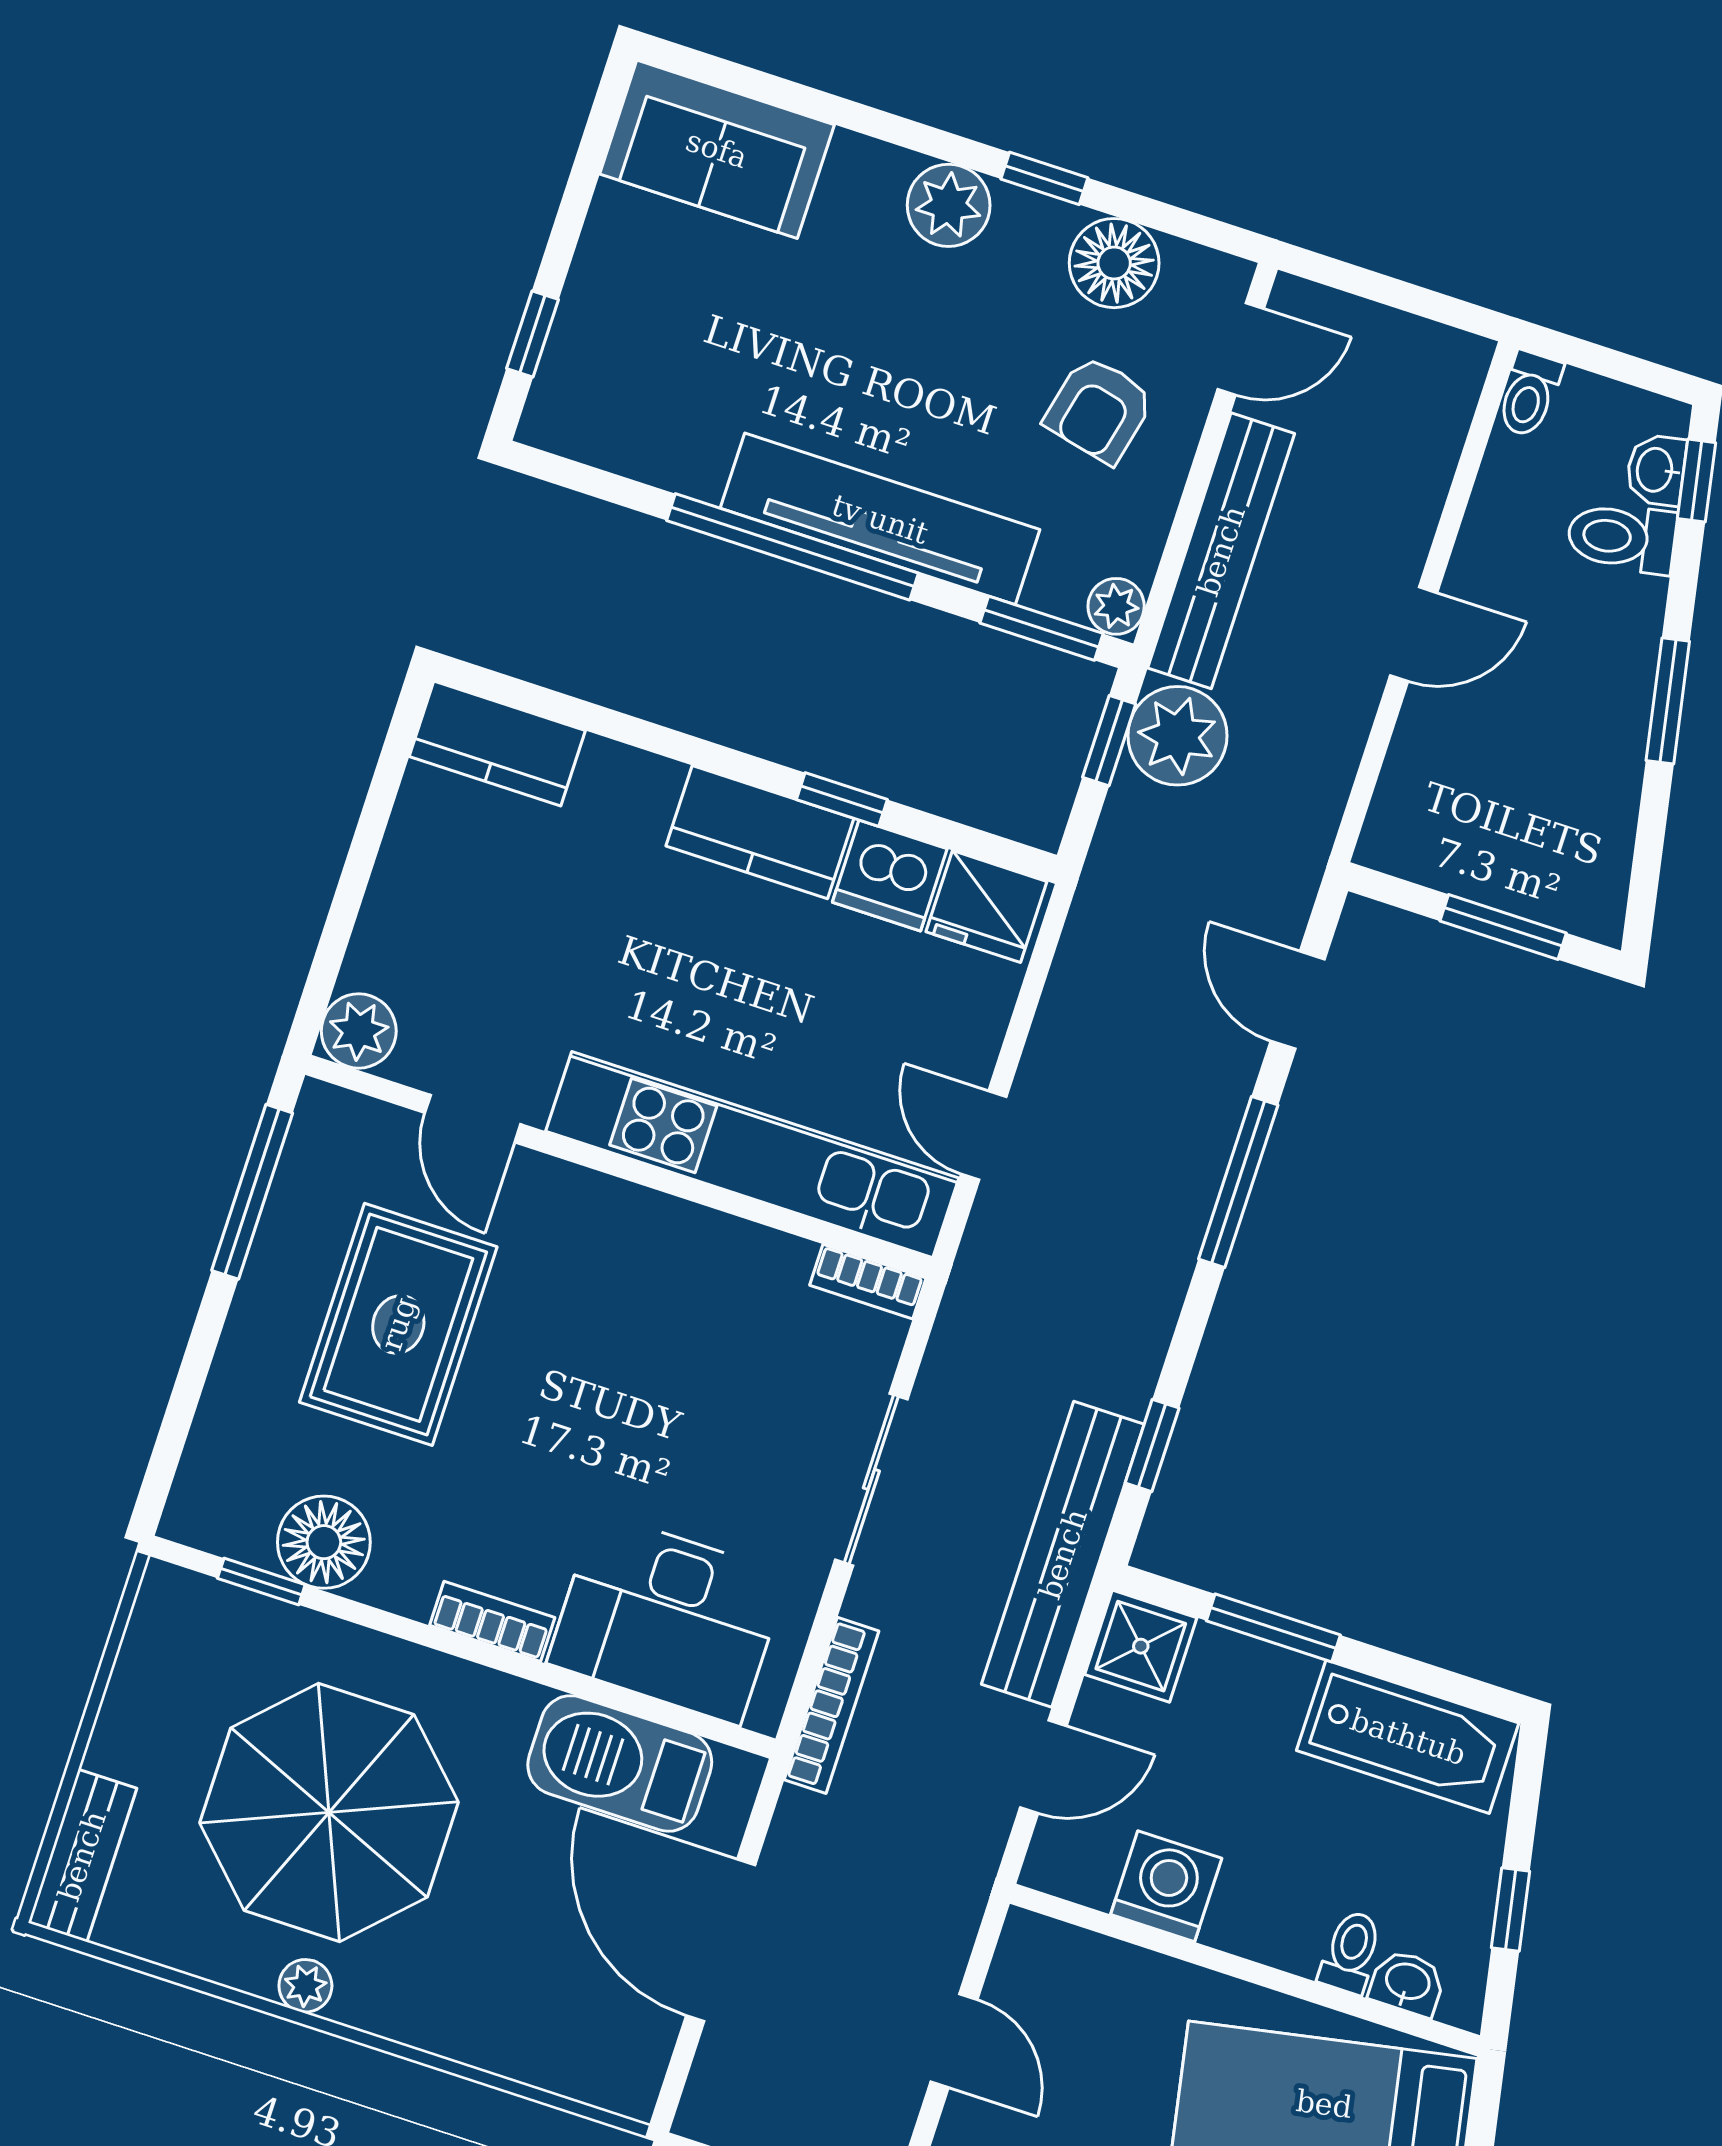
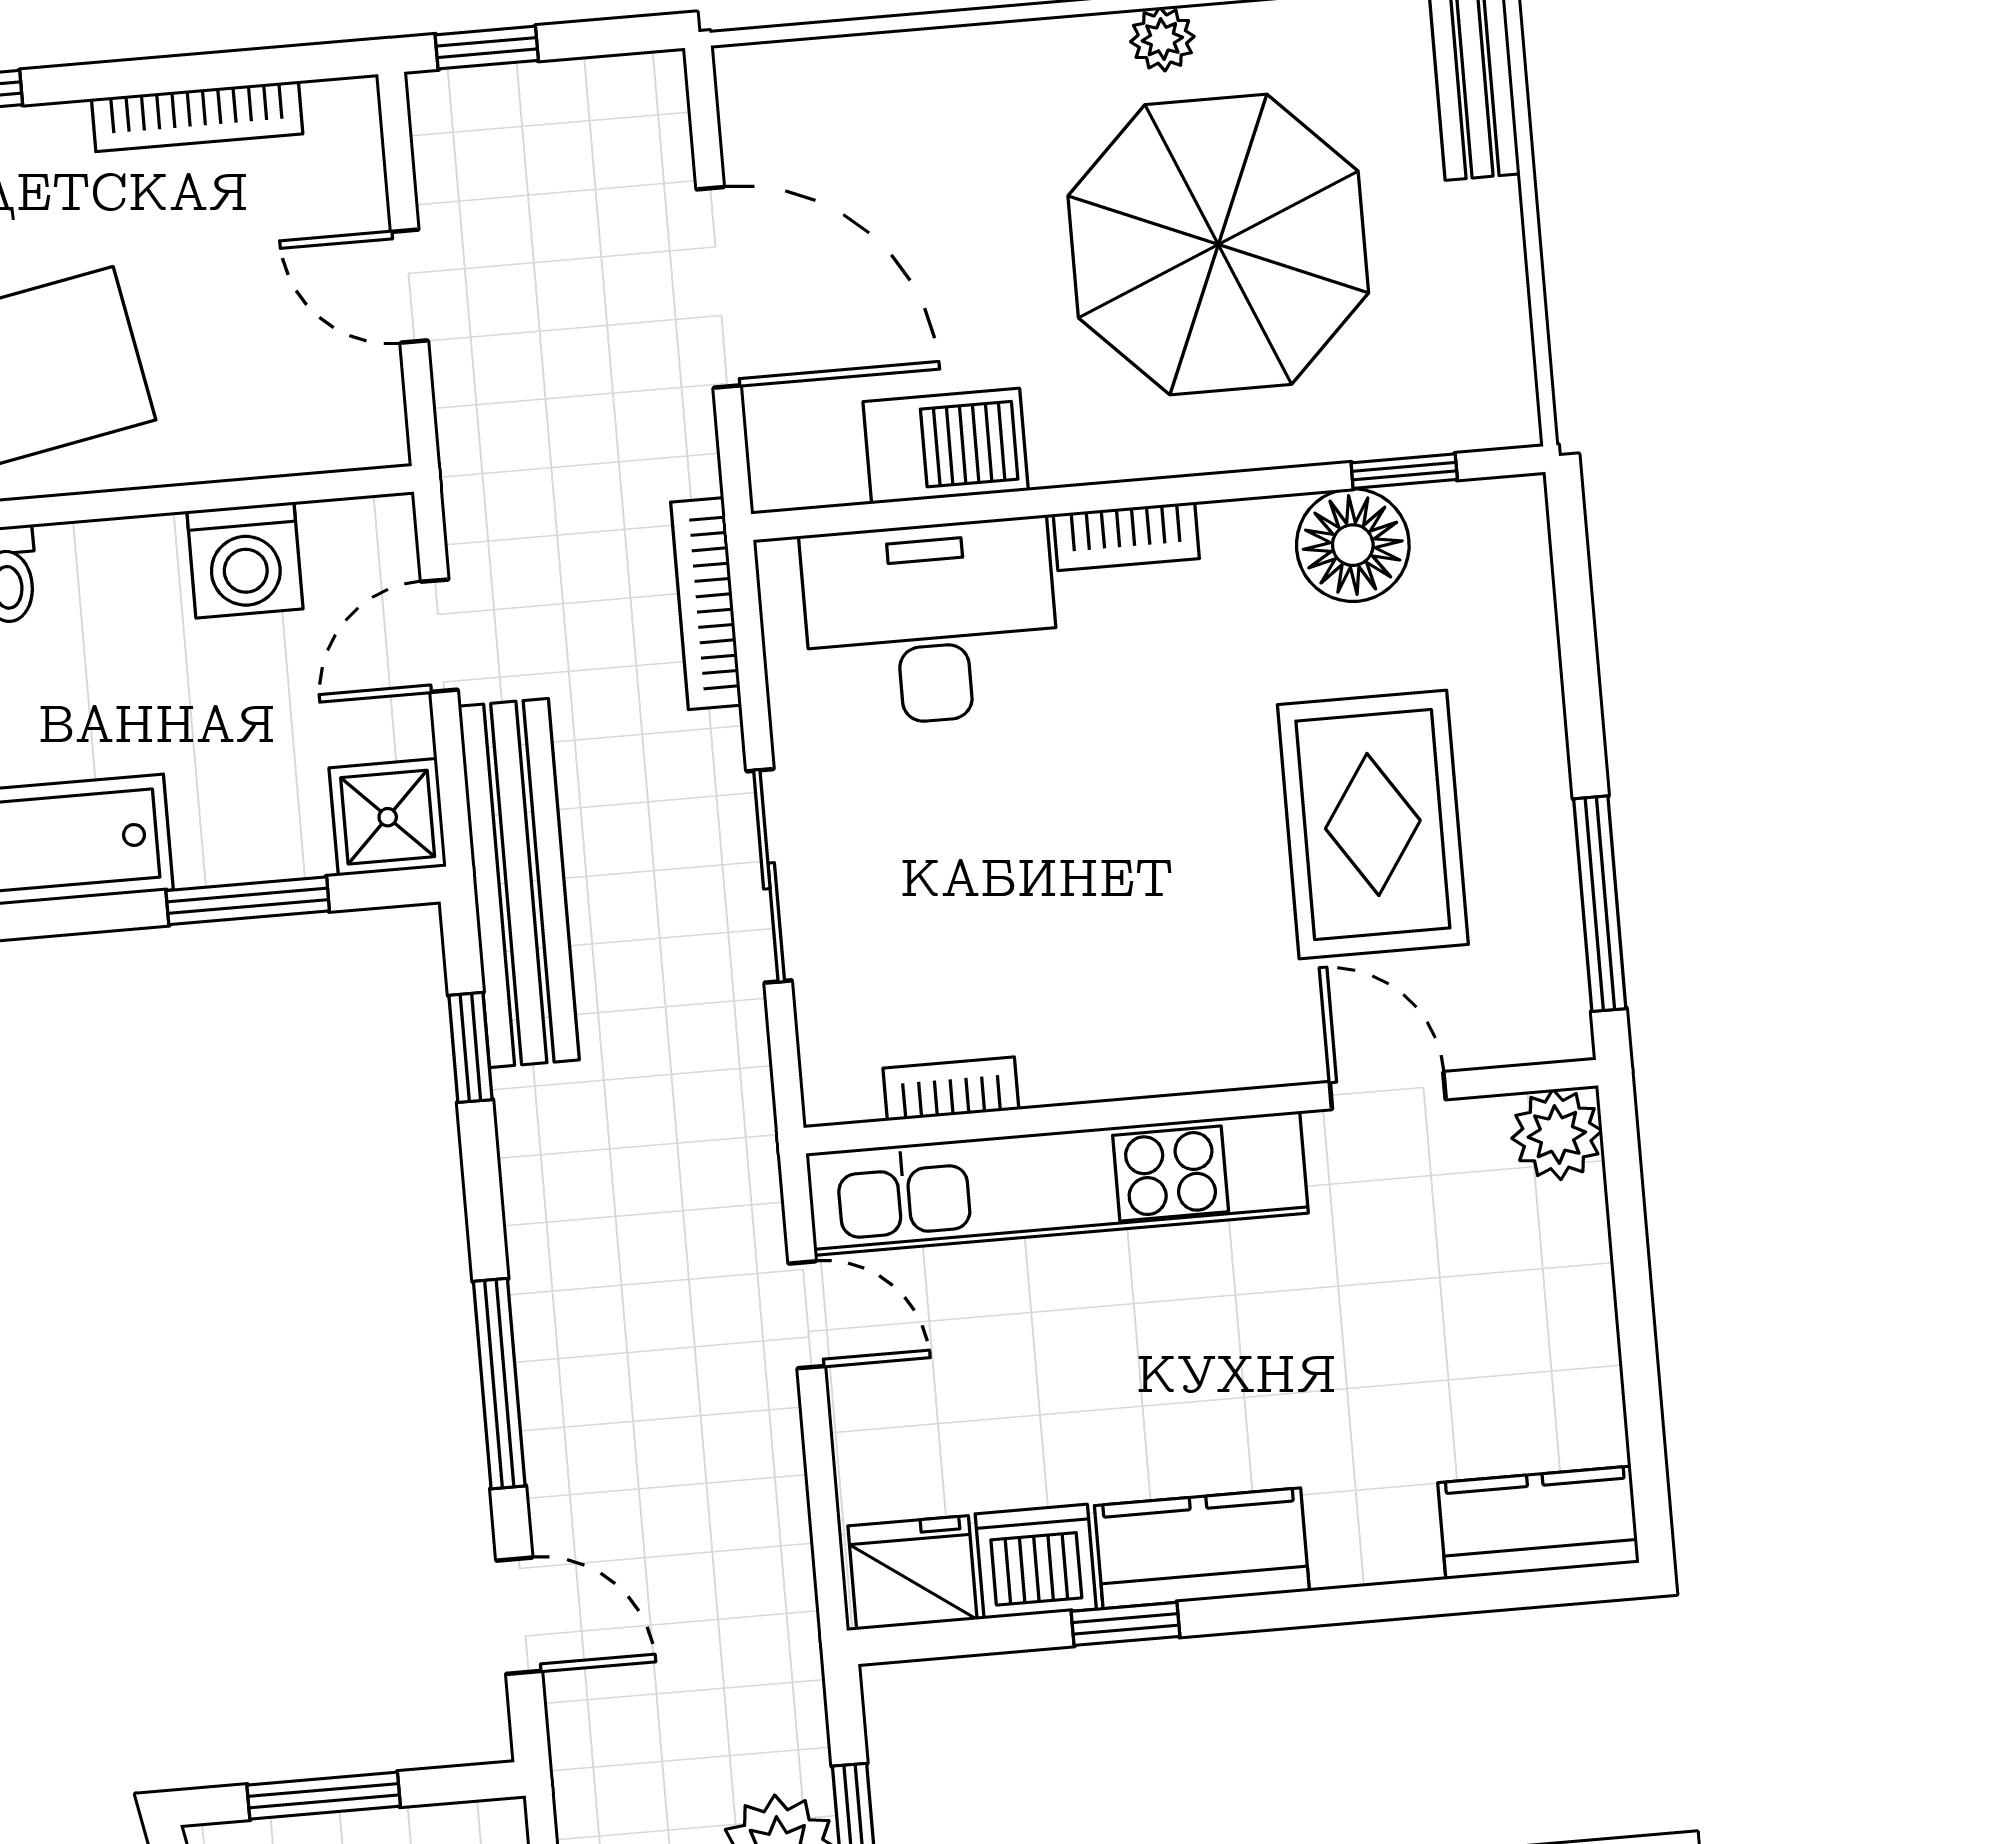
bookcase: (868, 1282) -> (951, 1089), moved
barbecue: (620, 1763) -> (946, 446), width x0.73, depth x0.83

